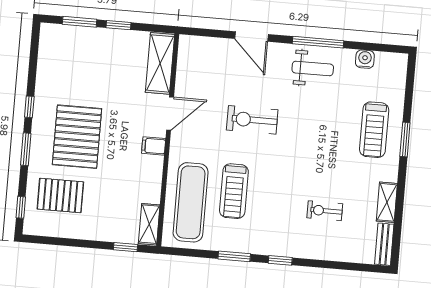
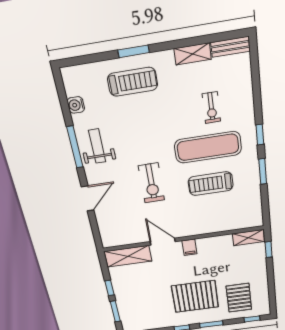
treadmill: (234, 191) -> (211, 184), turned 180
exercise mat: (191, 202) -> (208, 147), moved

